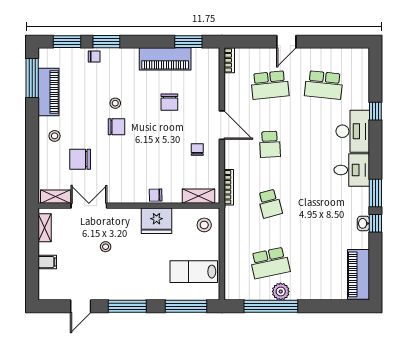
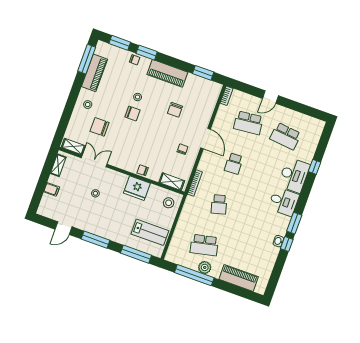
piano: (165, 59) -> (167, 73), moved
lab bench: (194, 272) -> (150, 232), turned 180
piano: (359, 274) -> (239, 278), moved, turned 90

